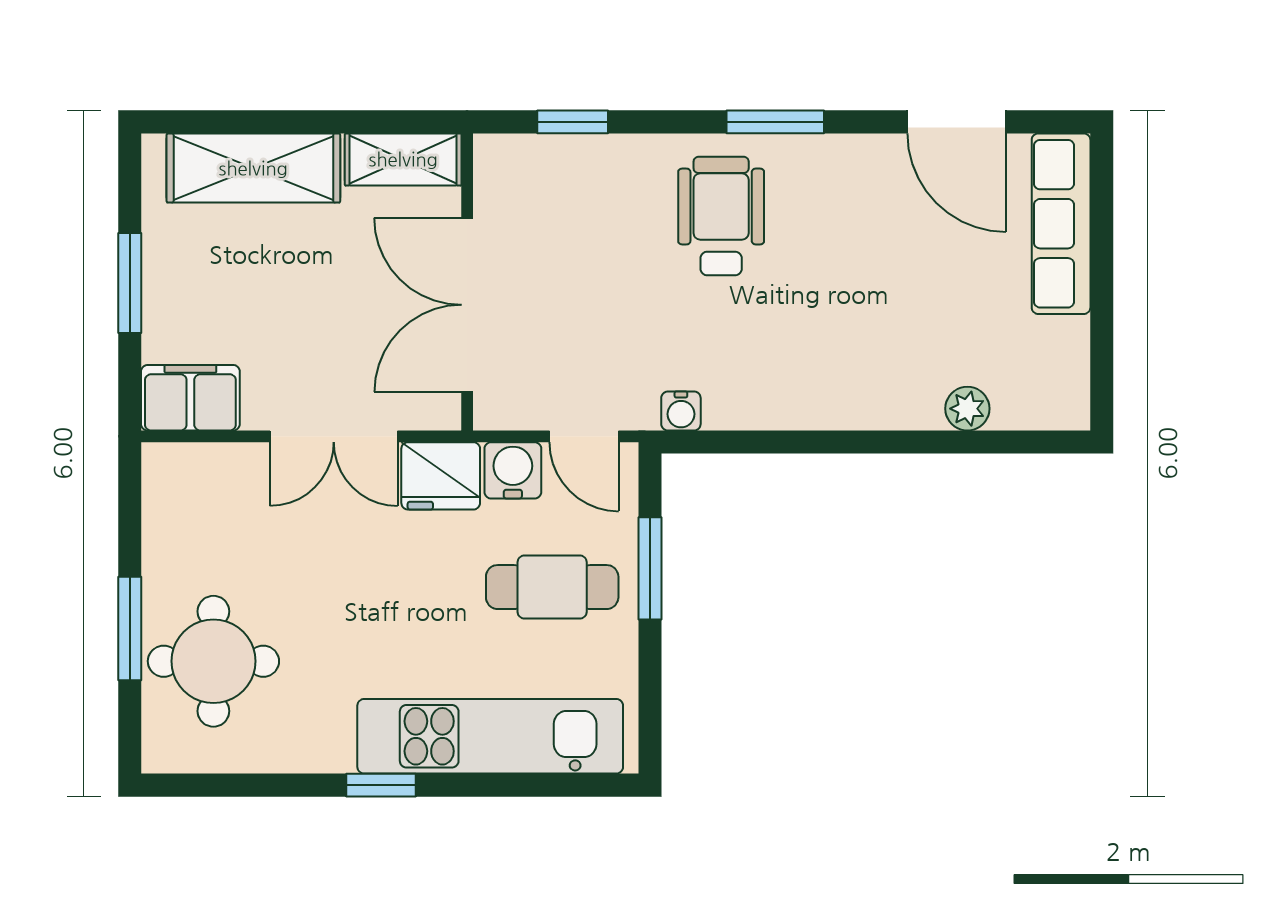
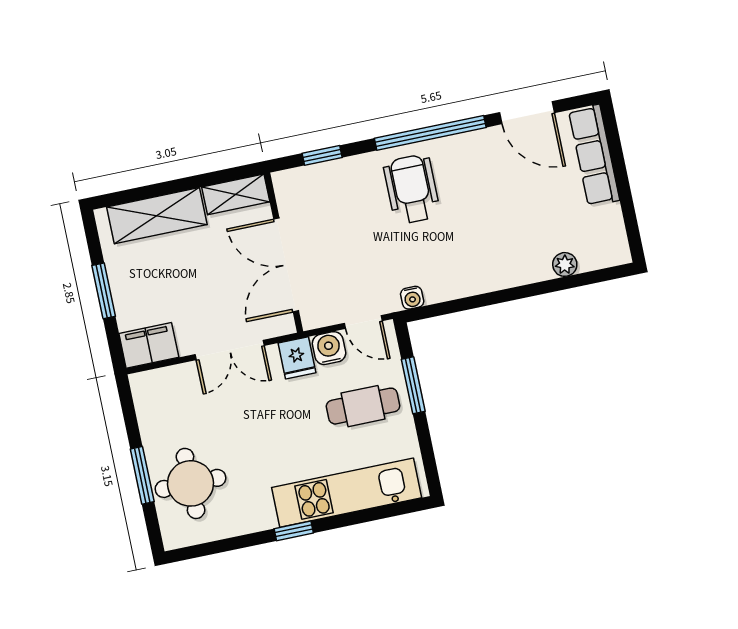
window: (775, 122) -> (430, 133), width x2.11
fridge: (441, 476) -> (297, 358), width x0.72

